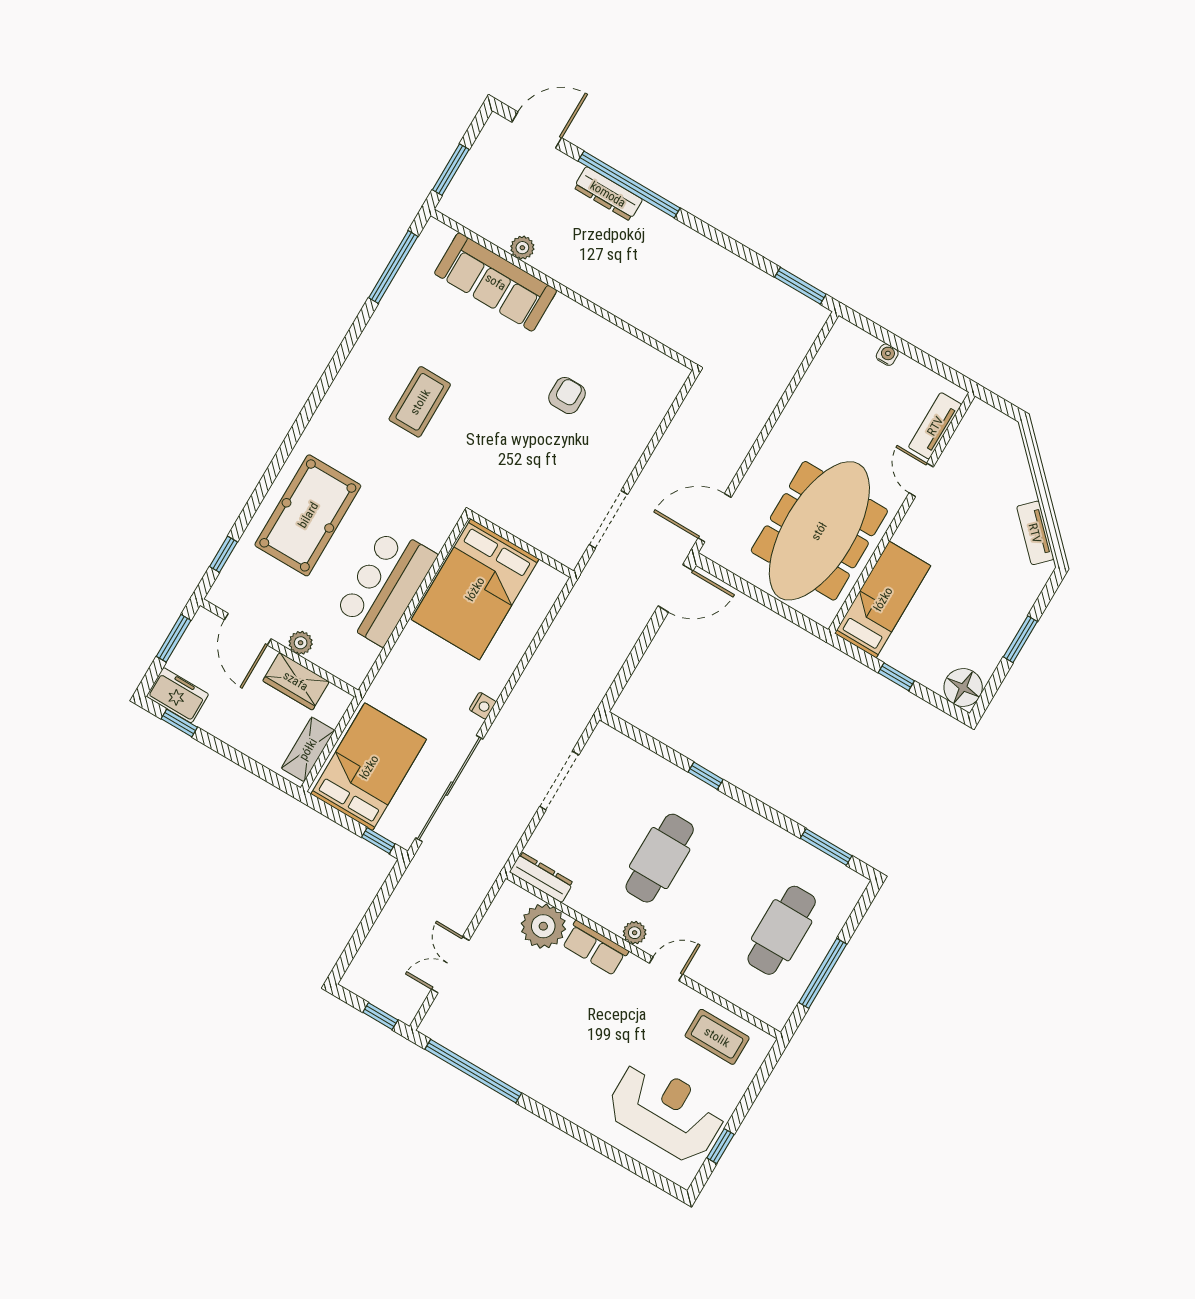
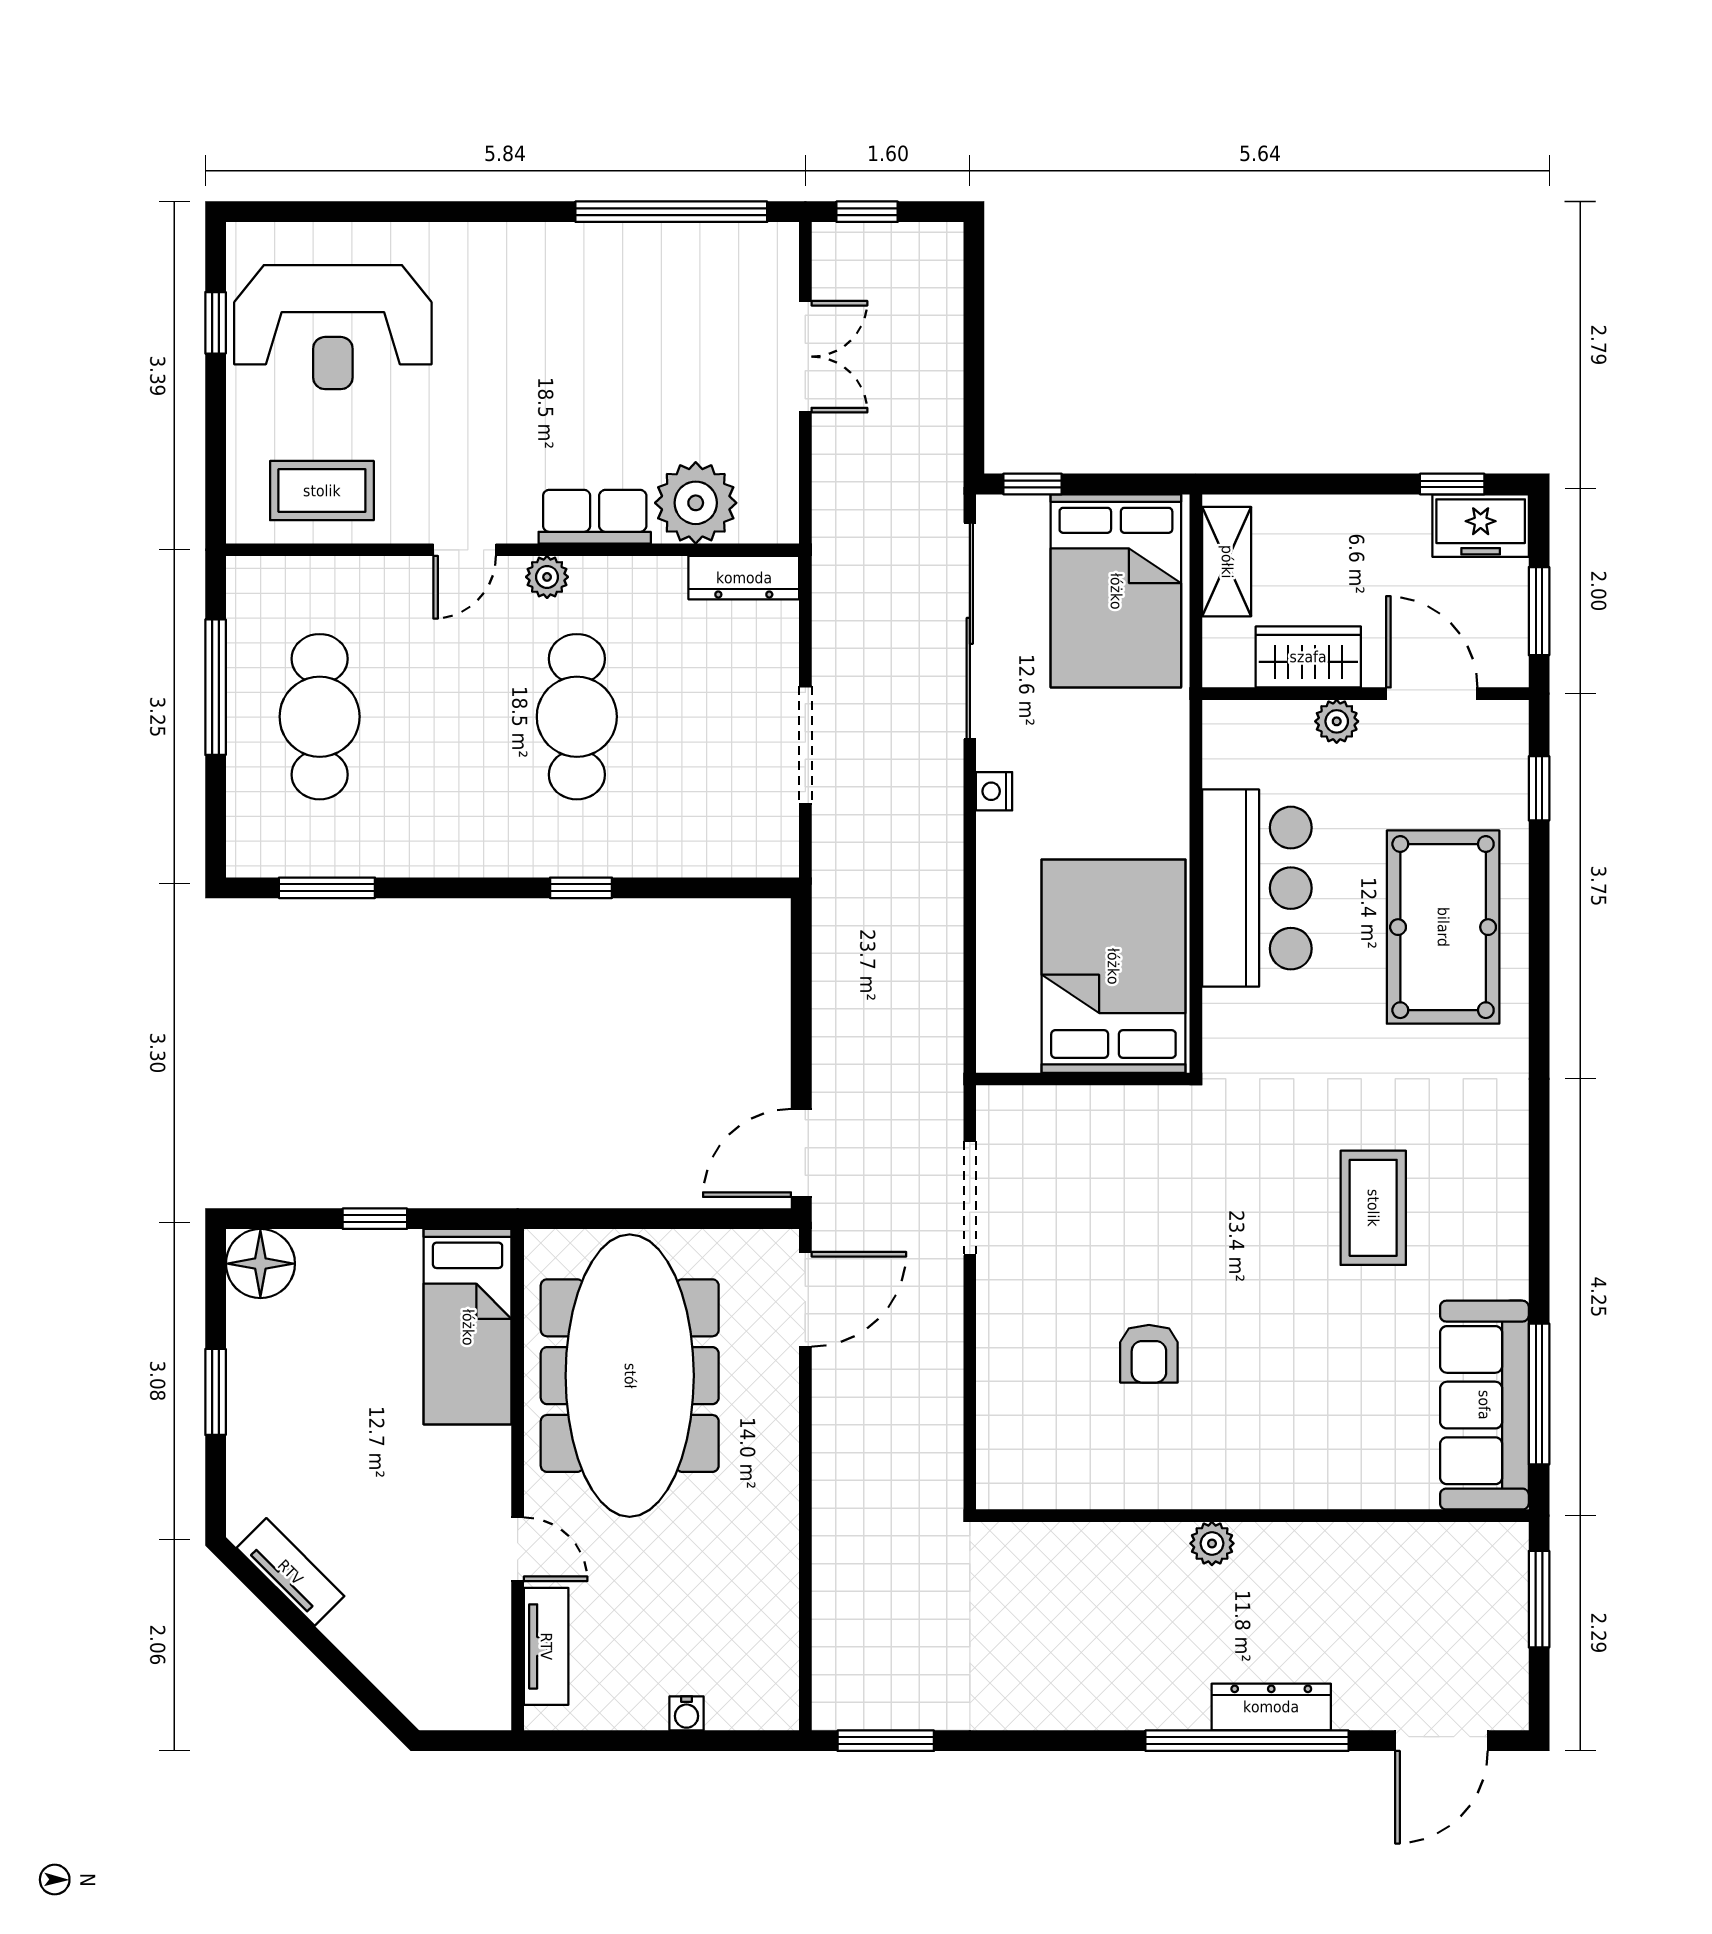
plant: (522, 248) -> (1212, 1543), moved
sofa: (496, 282) -> (1484, 1405), moved, turned -90

